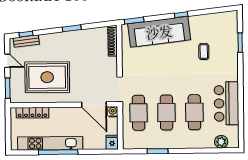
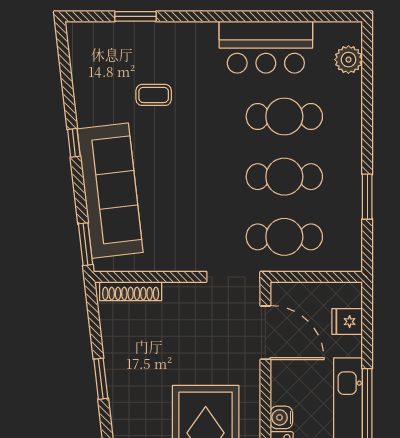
door: (94, 104) -> (265, 333), hinge flipped
water cooler: (113, 112) -> (281, 417), moved
fridge: (112, 142) -> (347, 322), moved

